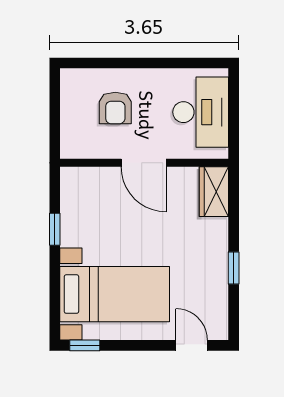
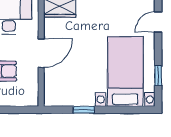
window: (85, 345) -> (158, 76), moved

